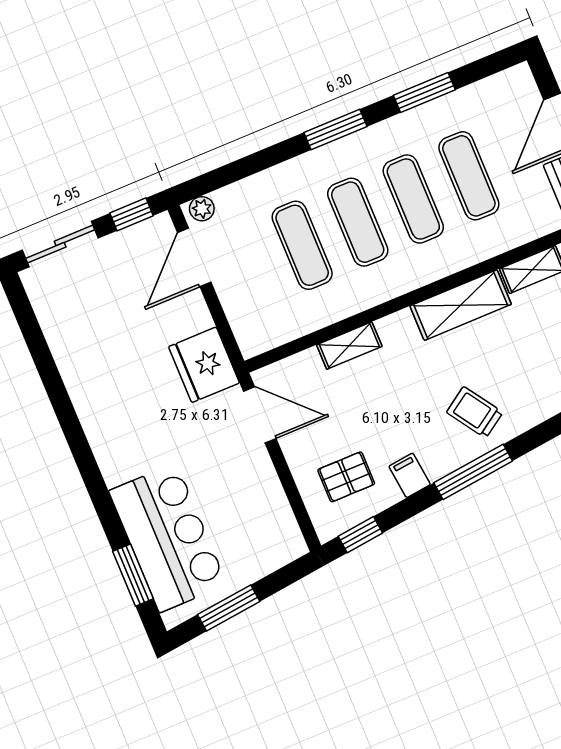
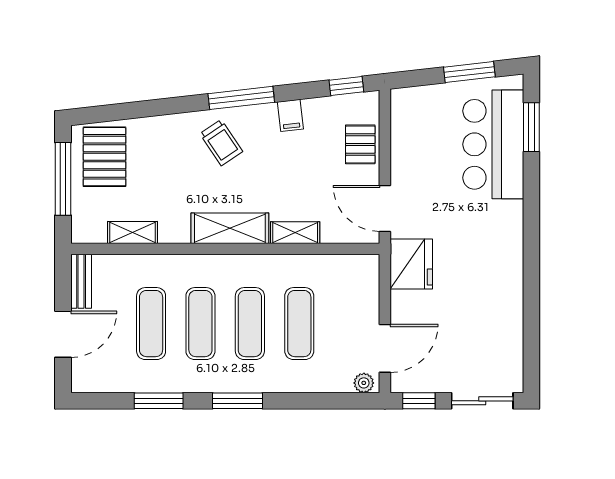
shelving: (461, 305) -> (230, 228), moved
pallet: (346, 477) -> (360, 144), moved, turned 90

